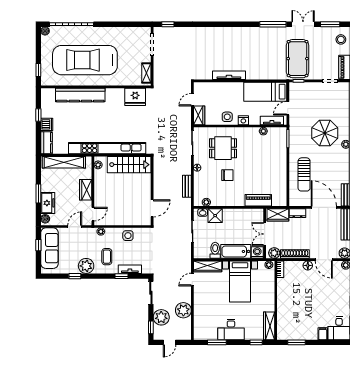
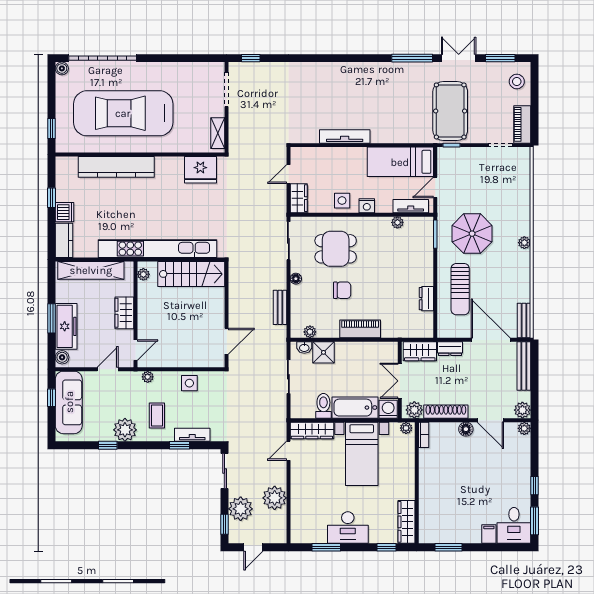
parasol: (325, 133) -> (472, 234), moved
dresser: (282, 181) -> (426, 299), added
piano: (258, 200) -> (360, 329), moved
freezer: (48, 203) -> (66, 326), width x1.40

